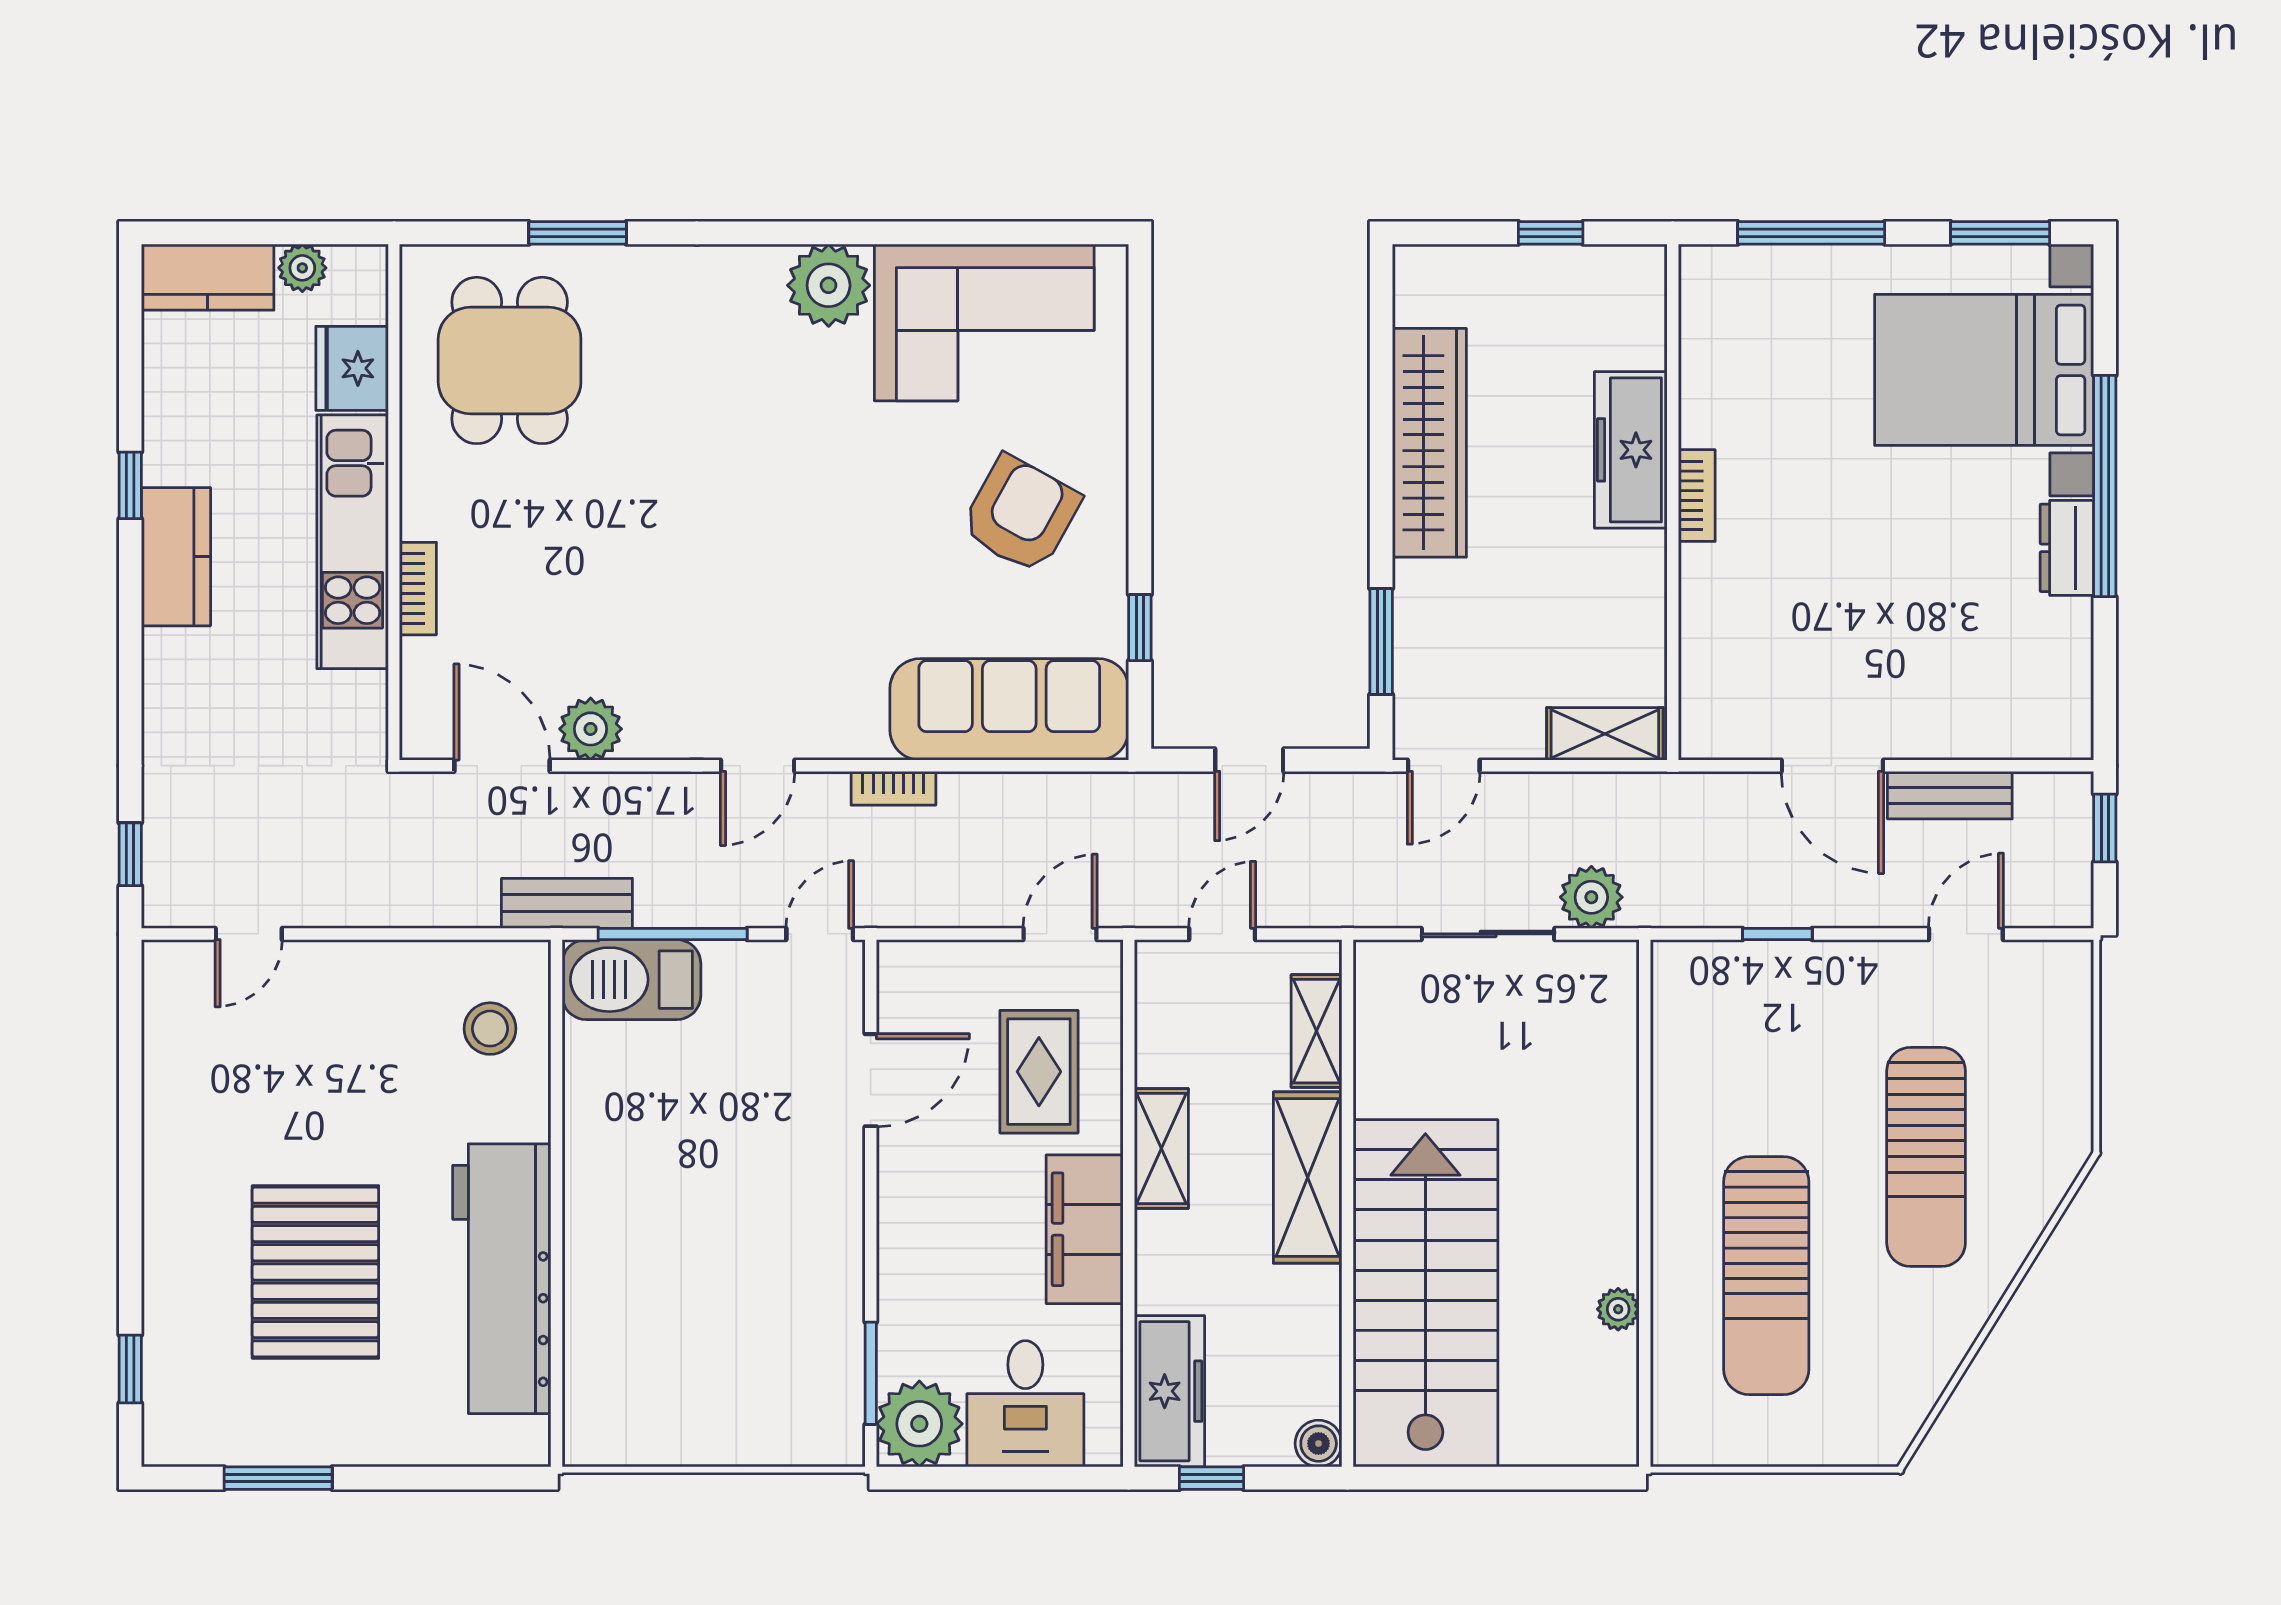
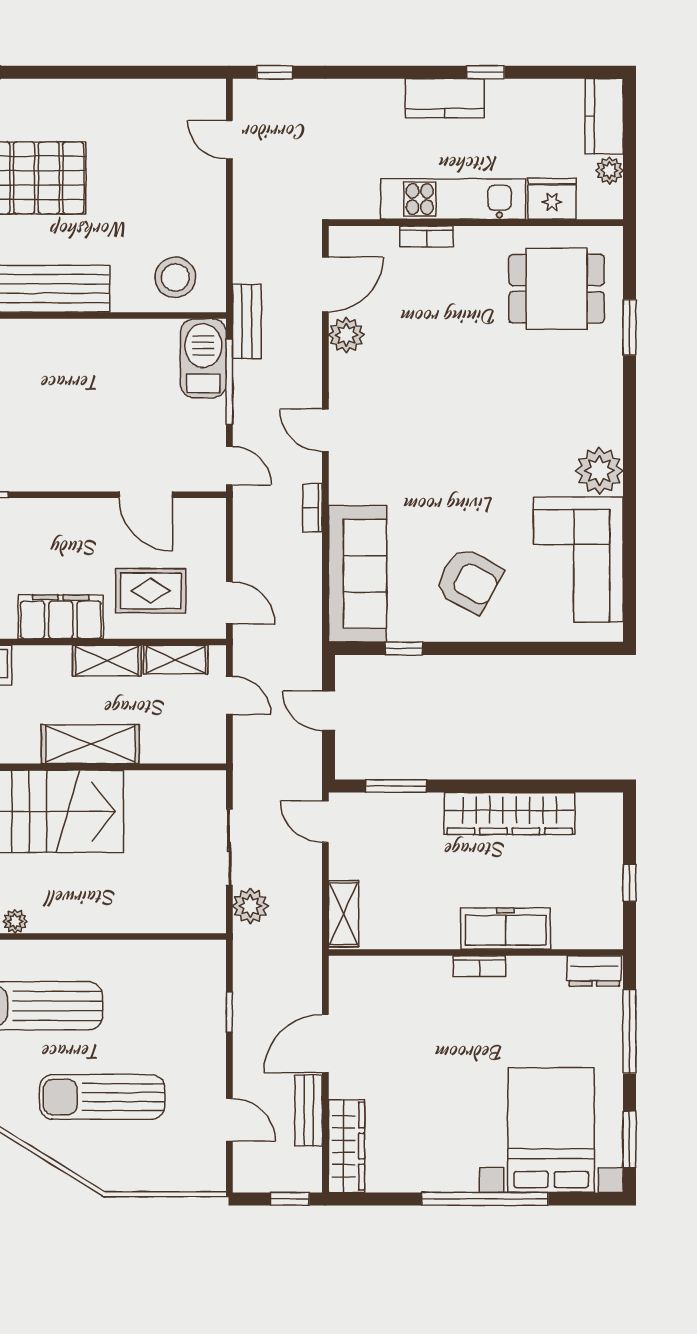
dresser: (2067, 548) -> (594, 971), moved, turned 180
wardrobe: (2012, 729) -> (347, 1146), added
stool: (490, 1029) -> (175, 277), width x1.38, depth x1.38
shelving: (1317, 1031) -> (176, 660), moved

